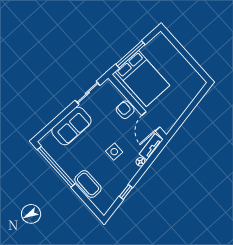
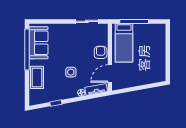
bed: (142, 78) -> (124, 43), width x0.67
sofa: (71, 126) -> (38, 43), moved, turned -90

